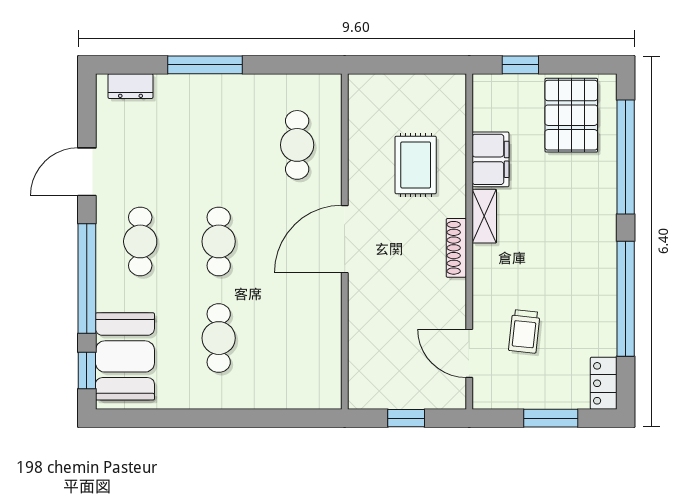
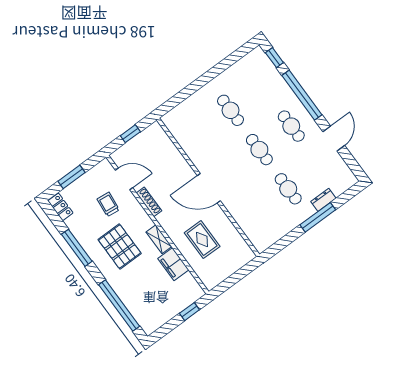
dresser: (130, 86) -> (323, 200), moved
pallet: (571, 115) -> (120, 246), moved
cafe table: (297, 145) -> (288, 189), moved
door: (345, 239) -> (209, 188), swing flipped
shoe rack: (456, 248) -> (149, 202), moved
window: (626, 299) -> (77, 248), width x0.68
booth: (125, 356) -> (263, 75), removed

